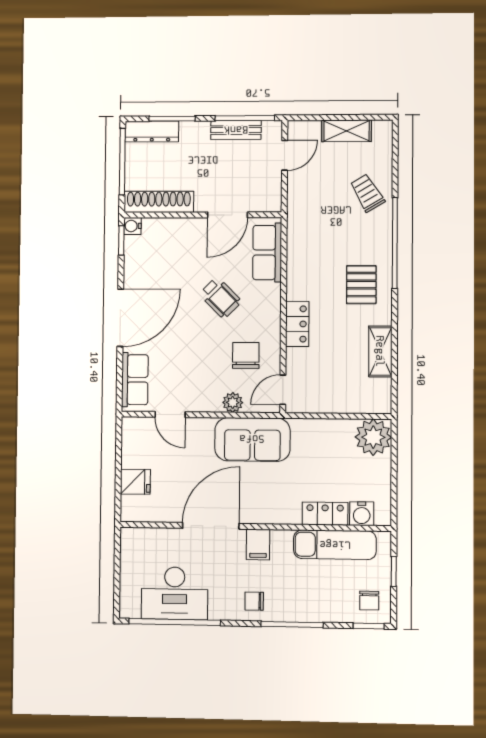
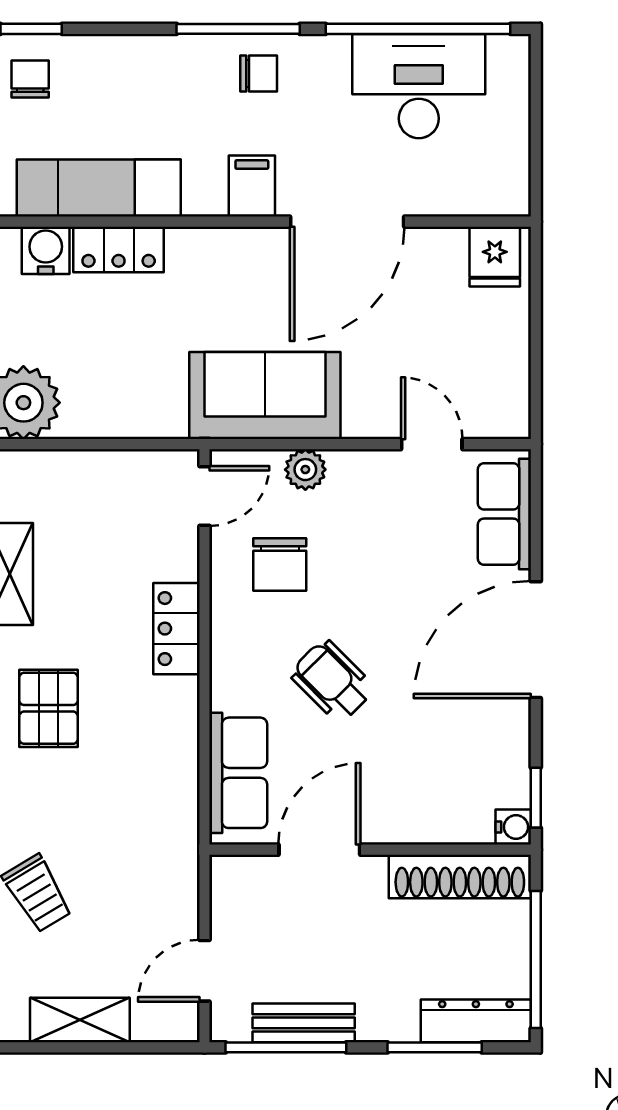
fridge: (135, 482) -> (495, 257), moved, turned -90
window: (292, 624) -> (238, 29), moved

